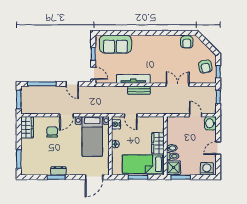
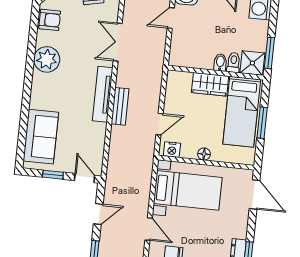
plant: (163, 43) -> (47, 59), added
door: (93, 73) -> (85, 178), hinge flipped
tv unit: (133, 79) -> (103, 94), moved

